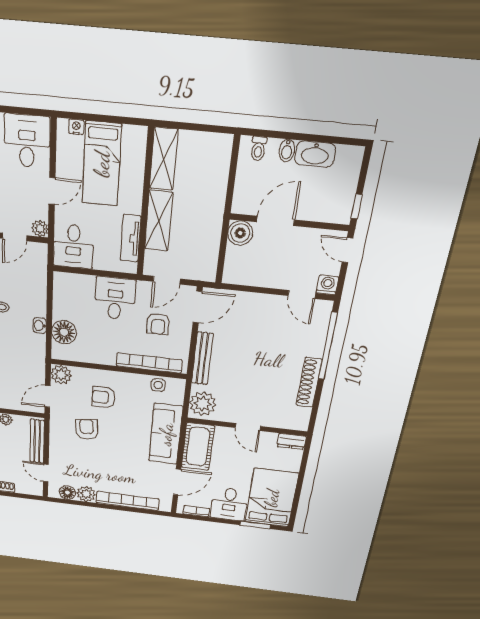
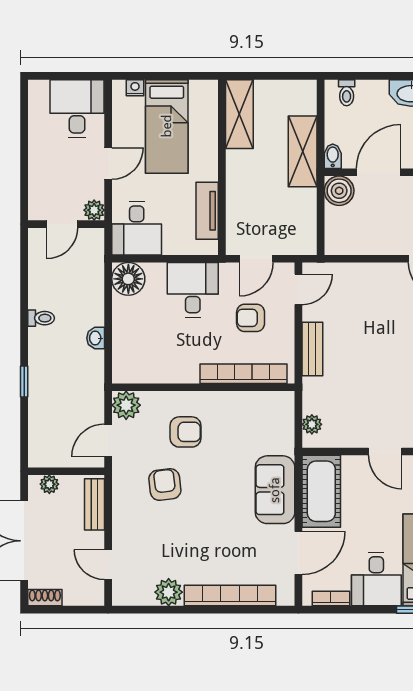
bidet: (287, 150) -> (333, 156), moved, turned 180
shelving: (159, 221) -> (303, 151), moved
door: (197, 307) -> (298, 289), width x0.73
armchair: (158, 324) -> (251, 318), turned 90
floor lamp: (64, 332) -> (128, 279), moved
bench: (202, 358) -> (312, 349), width x0.73
side table: (158, 385) -> (258, 404), removed
armchair: (103, 397) -> (186, 432), turned 180
plant: (203, 404) -> (312, 424), width x0.53, depth x0.53
sofa: (166, 434) -> (275, 490), width x0.73
bench: (37, 441) -> (95, 504), width x0.73
floor lamp: (67, 493) -> (141, 594), removed

